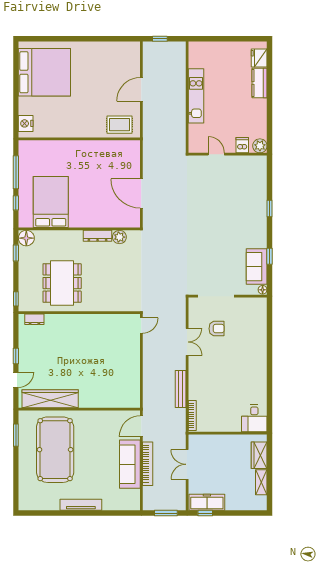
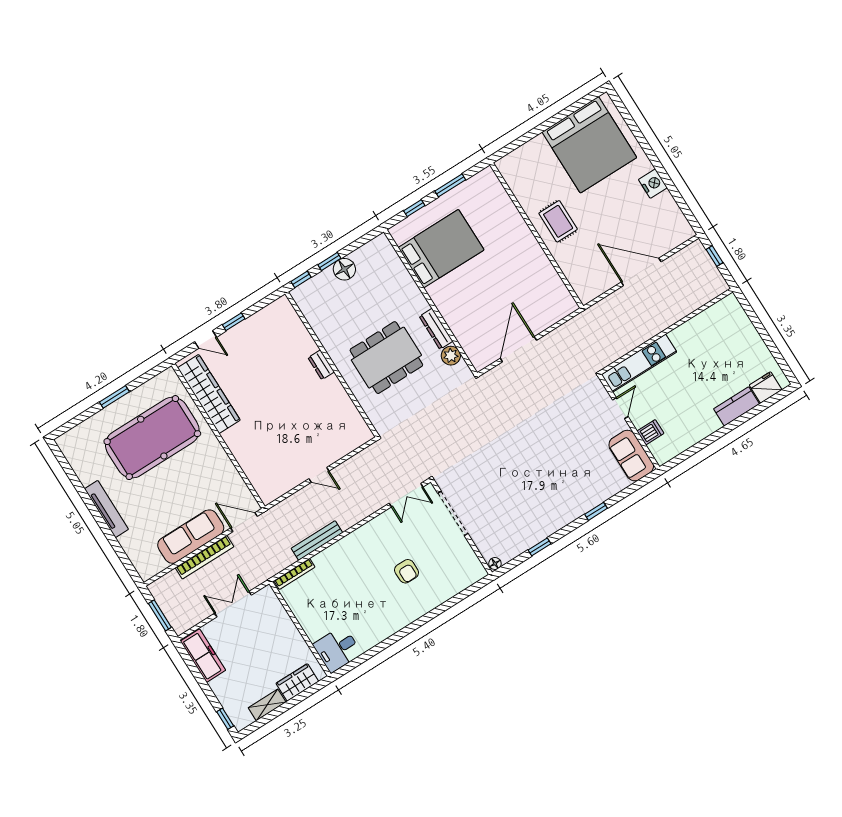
door: (141, 89) -> (641, 272), width x1.36
kitchen unit: (196, 96) -> (639, 363), moved
nightstand: (26, 123) -> (653, 184), moved, turned 90
rug: (119, 125) -> (558, 221), moved
plant: (260, 146) -> (663, 453), removed
window: (16, 172) -> (450, 185), width x0.69
floor lamp: (26, 238) -> (344, 269), moved
window: (16, 253) -> (329, 262), moved
sofa: (257, 267) -> (631, 456), moved, turned -90
dining table: (62, 283) -> (386, 358), moved
dresser: (34, 319) -> (321, 365), moved
door: (141, 325) -> (319, 475), moved
armchair: (217, 329) -> (407, 571), moved
double door: (187, 342) -> (406, 495), moved
window: (16, 435) -> (114, 397), moved
window: (205, 513) -> (225, 719), moved

